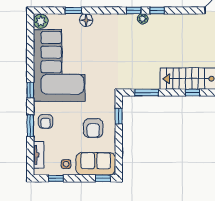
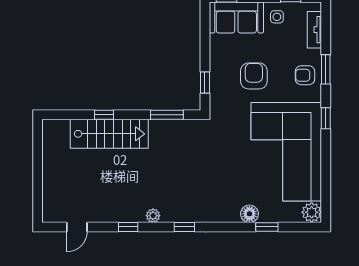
window: (157, 10) -> (128, 227), moved
plant: (143, 19) -> (153, 216), moved
armchair: (46, 121) -> (305, 75), turned -90
armchair: (93, 128) -> (254, 76), moved

